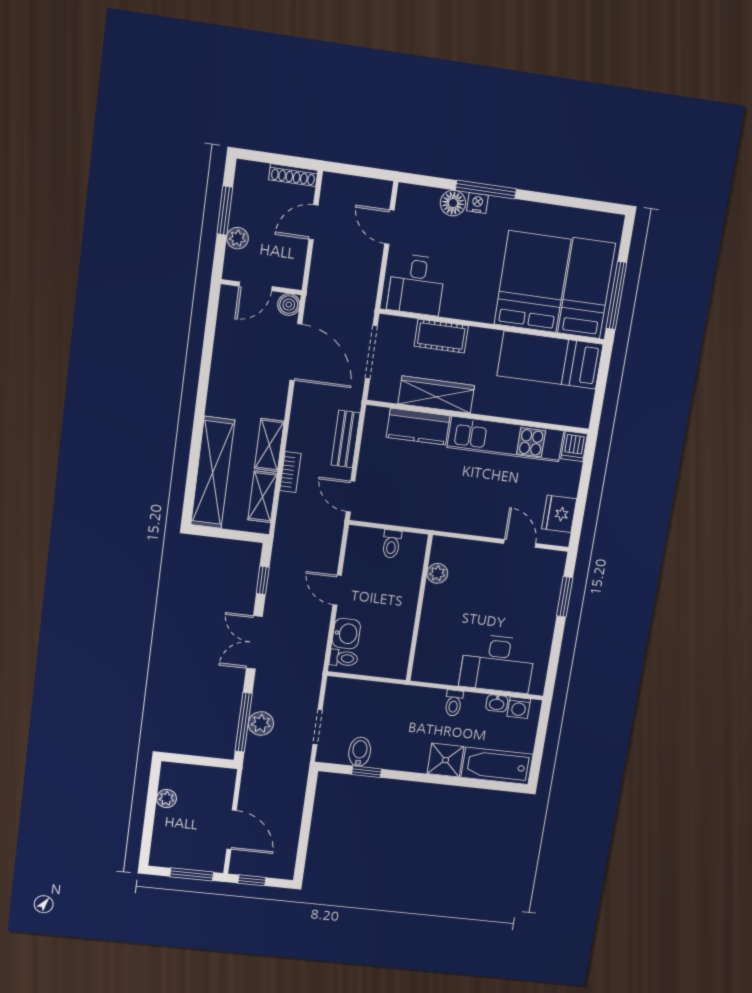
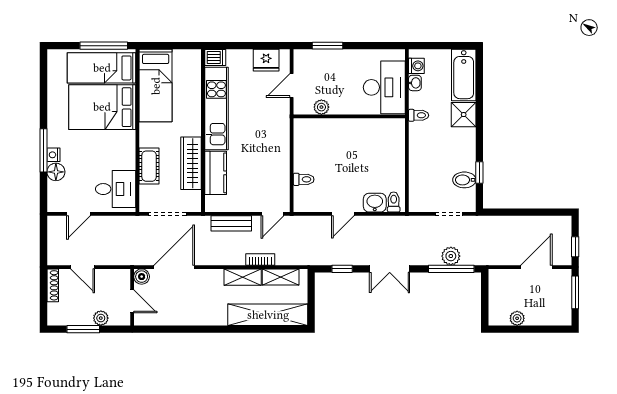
plant: (437, 573) -> (321, 107), moved
wall: (419, 608) -> (349, 116), moved

